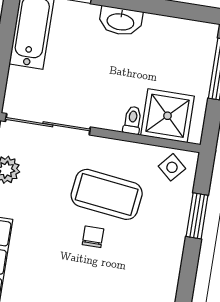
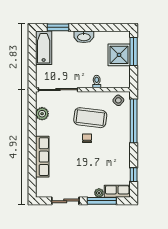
shower: (167, 116) -> (119, 55), moved
window: (197, 216) -> (134, 121), width x2.11

